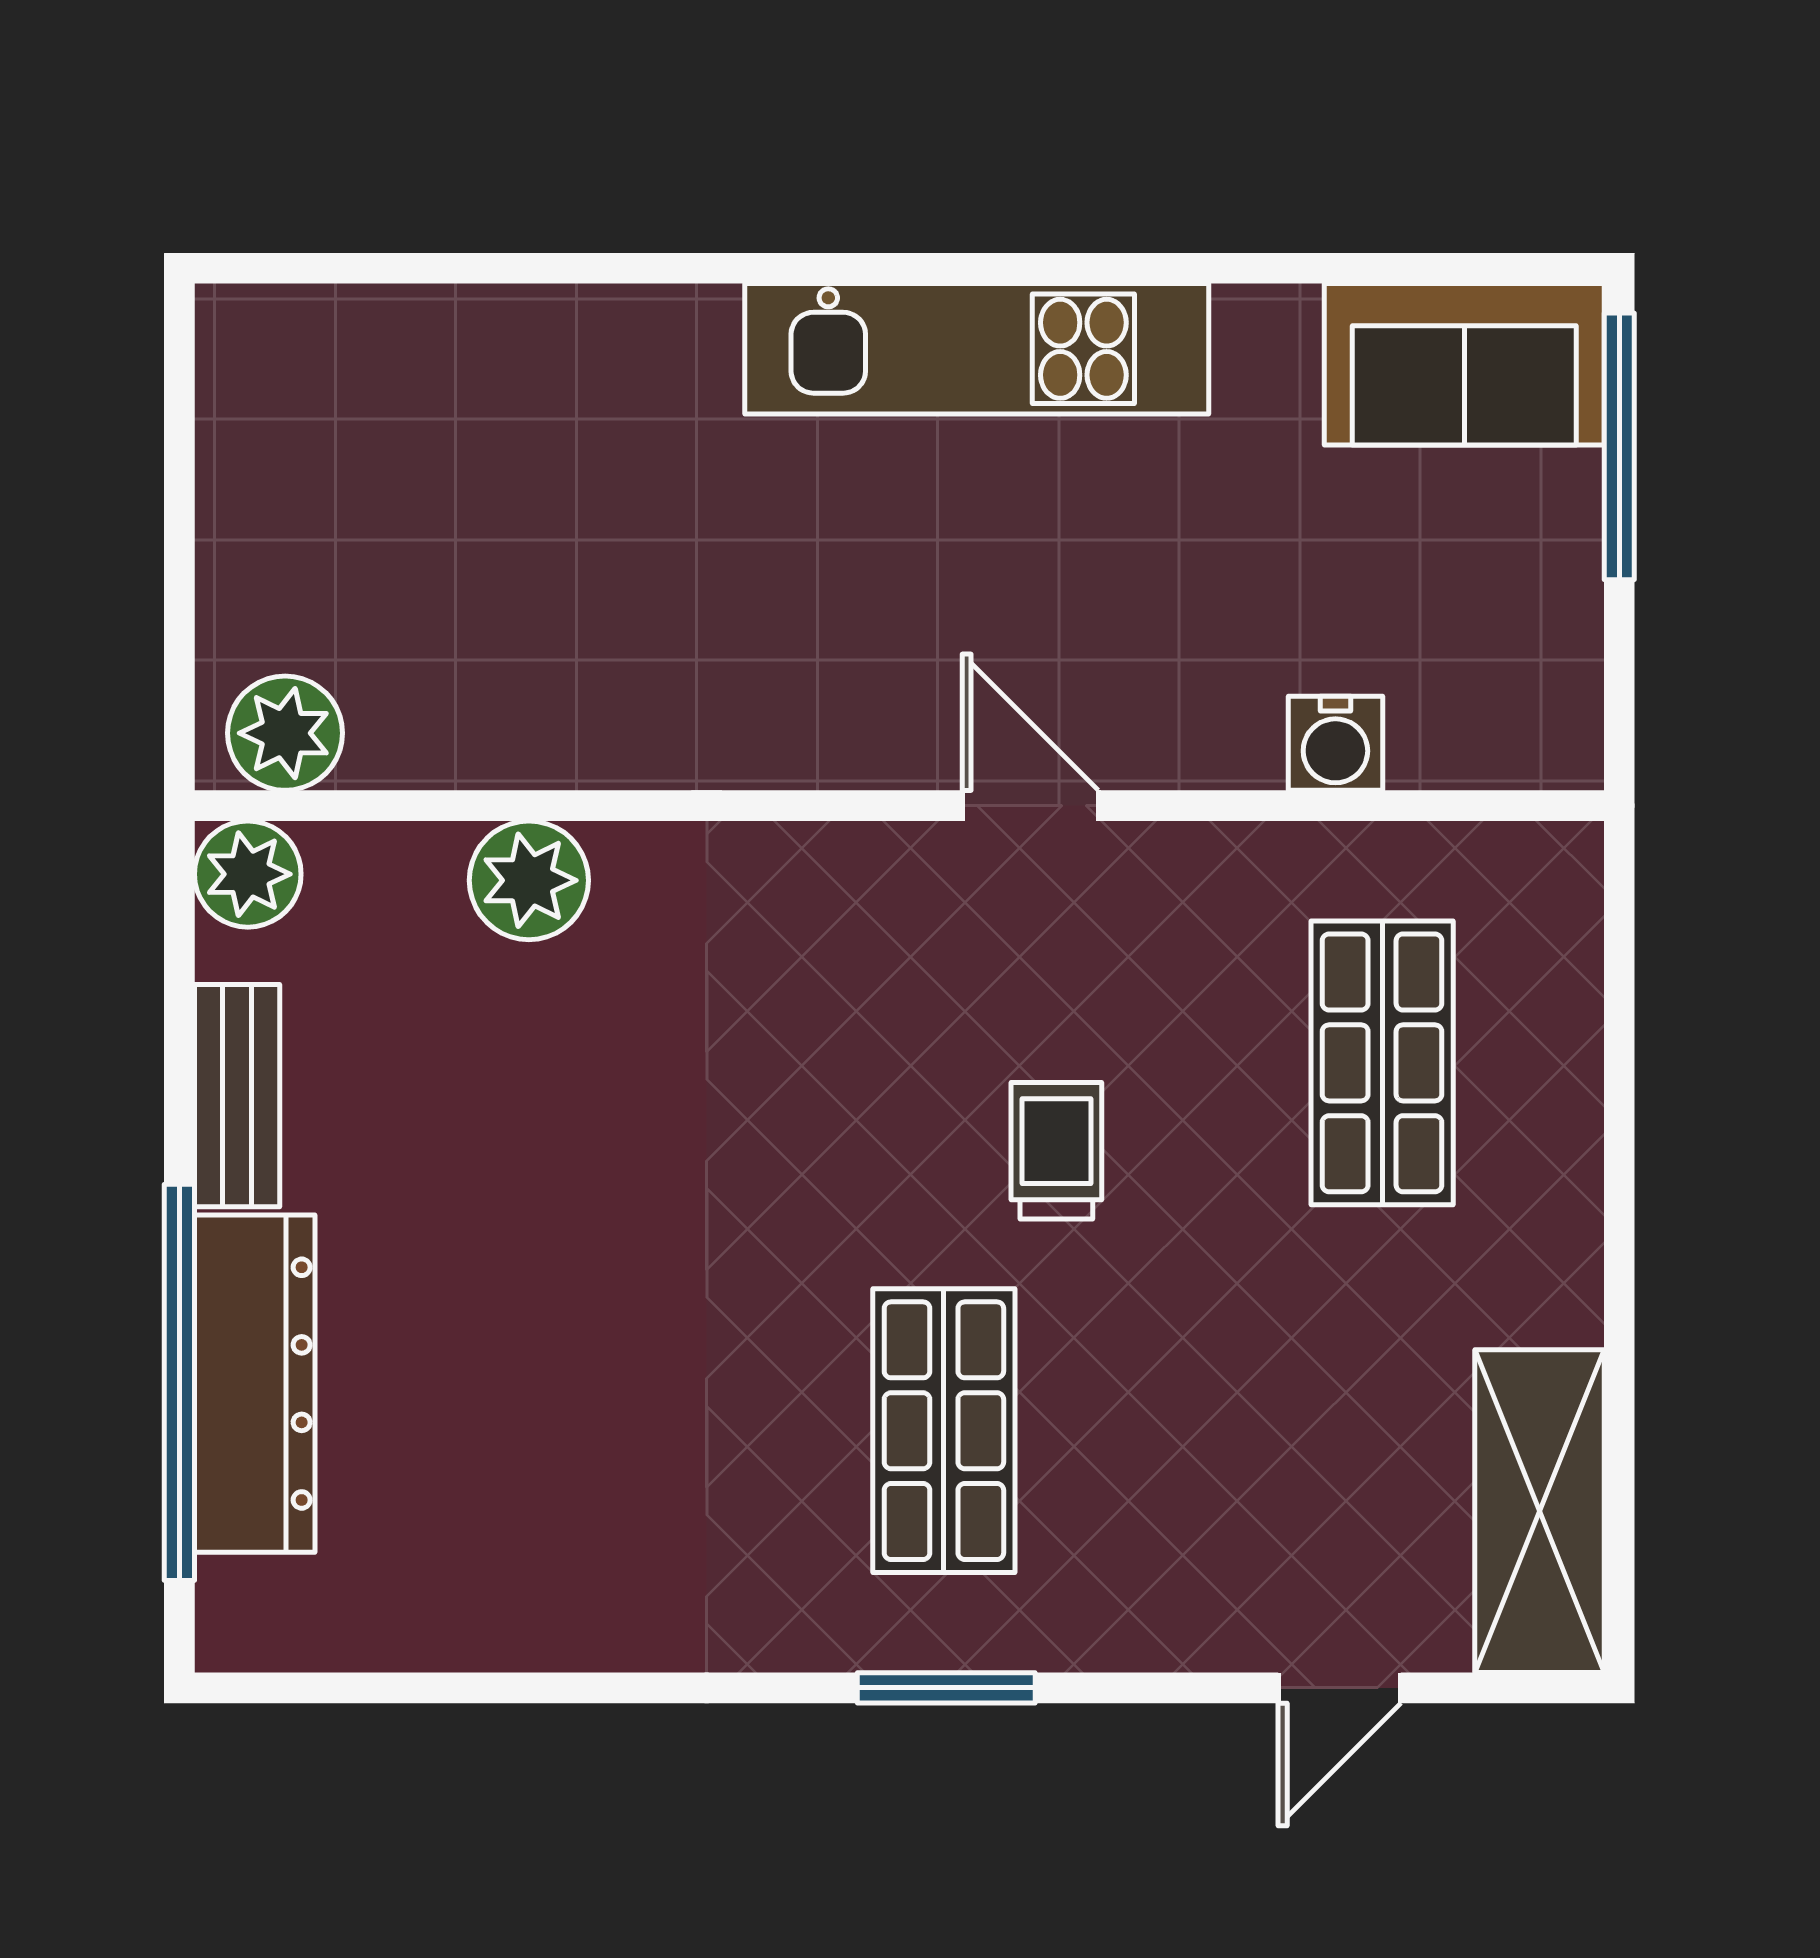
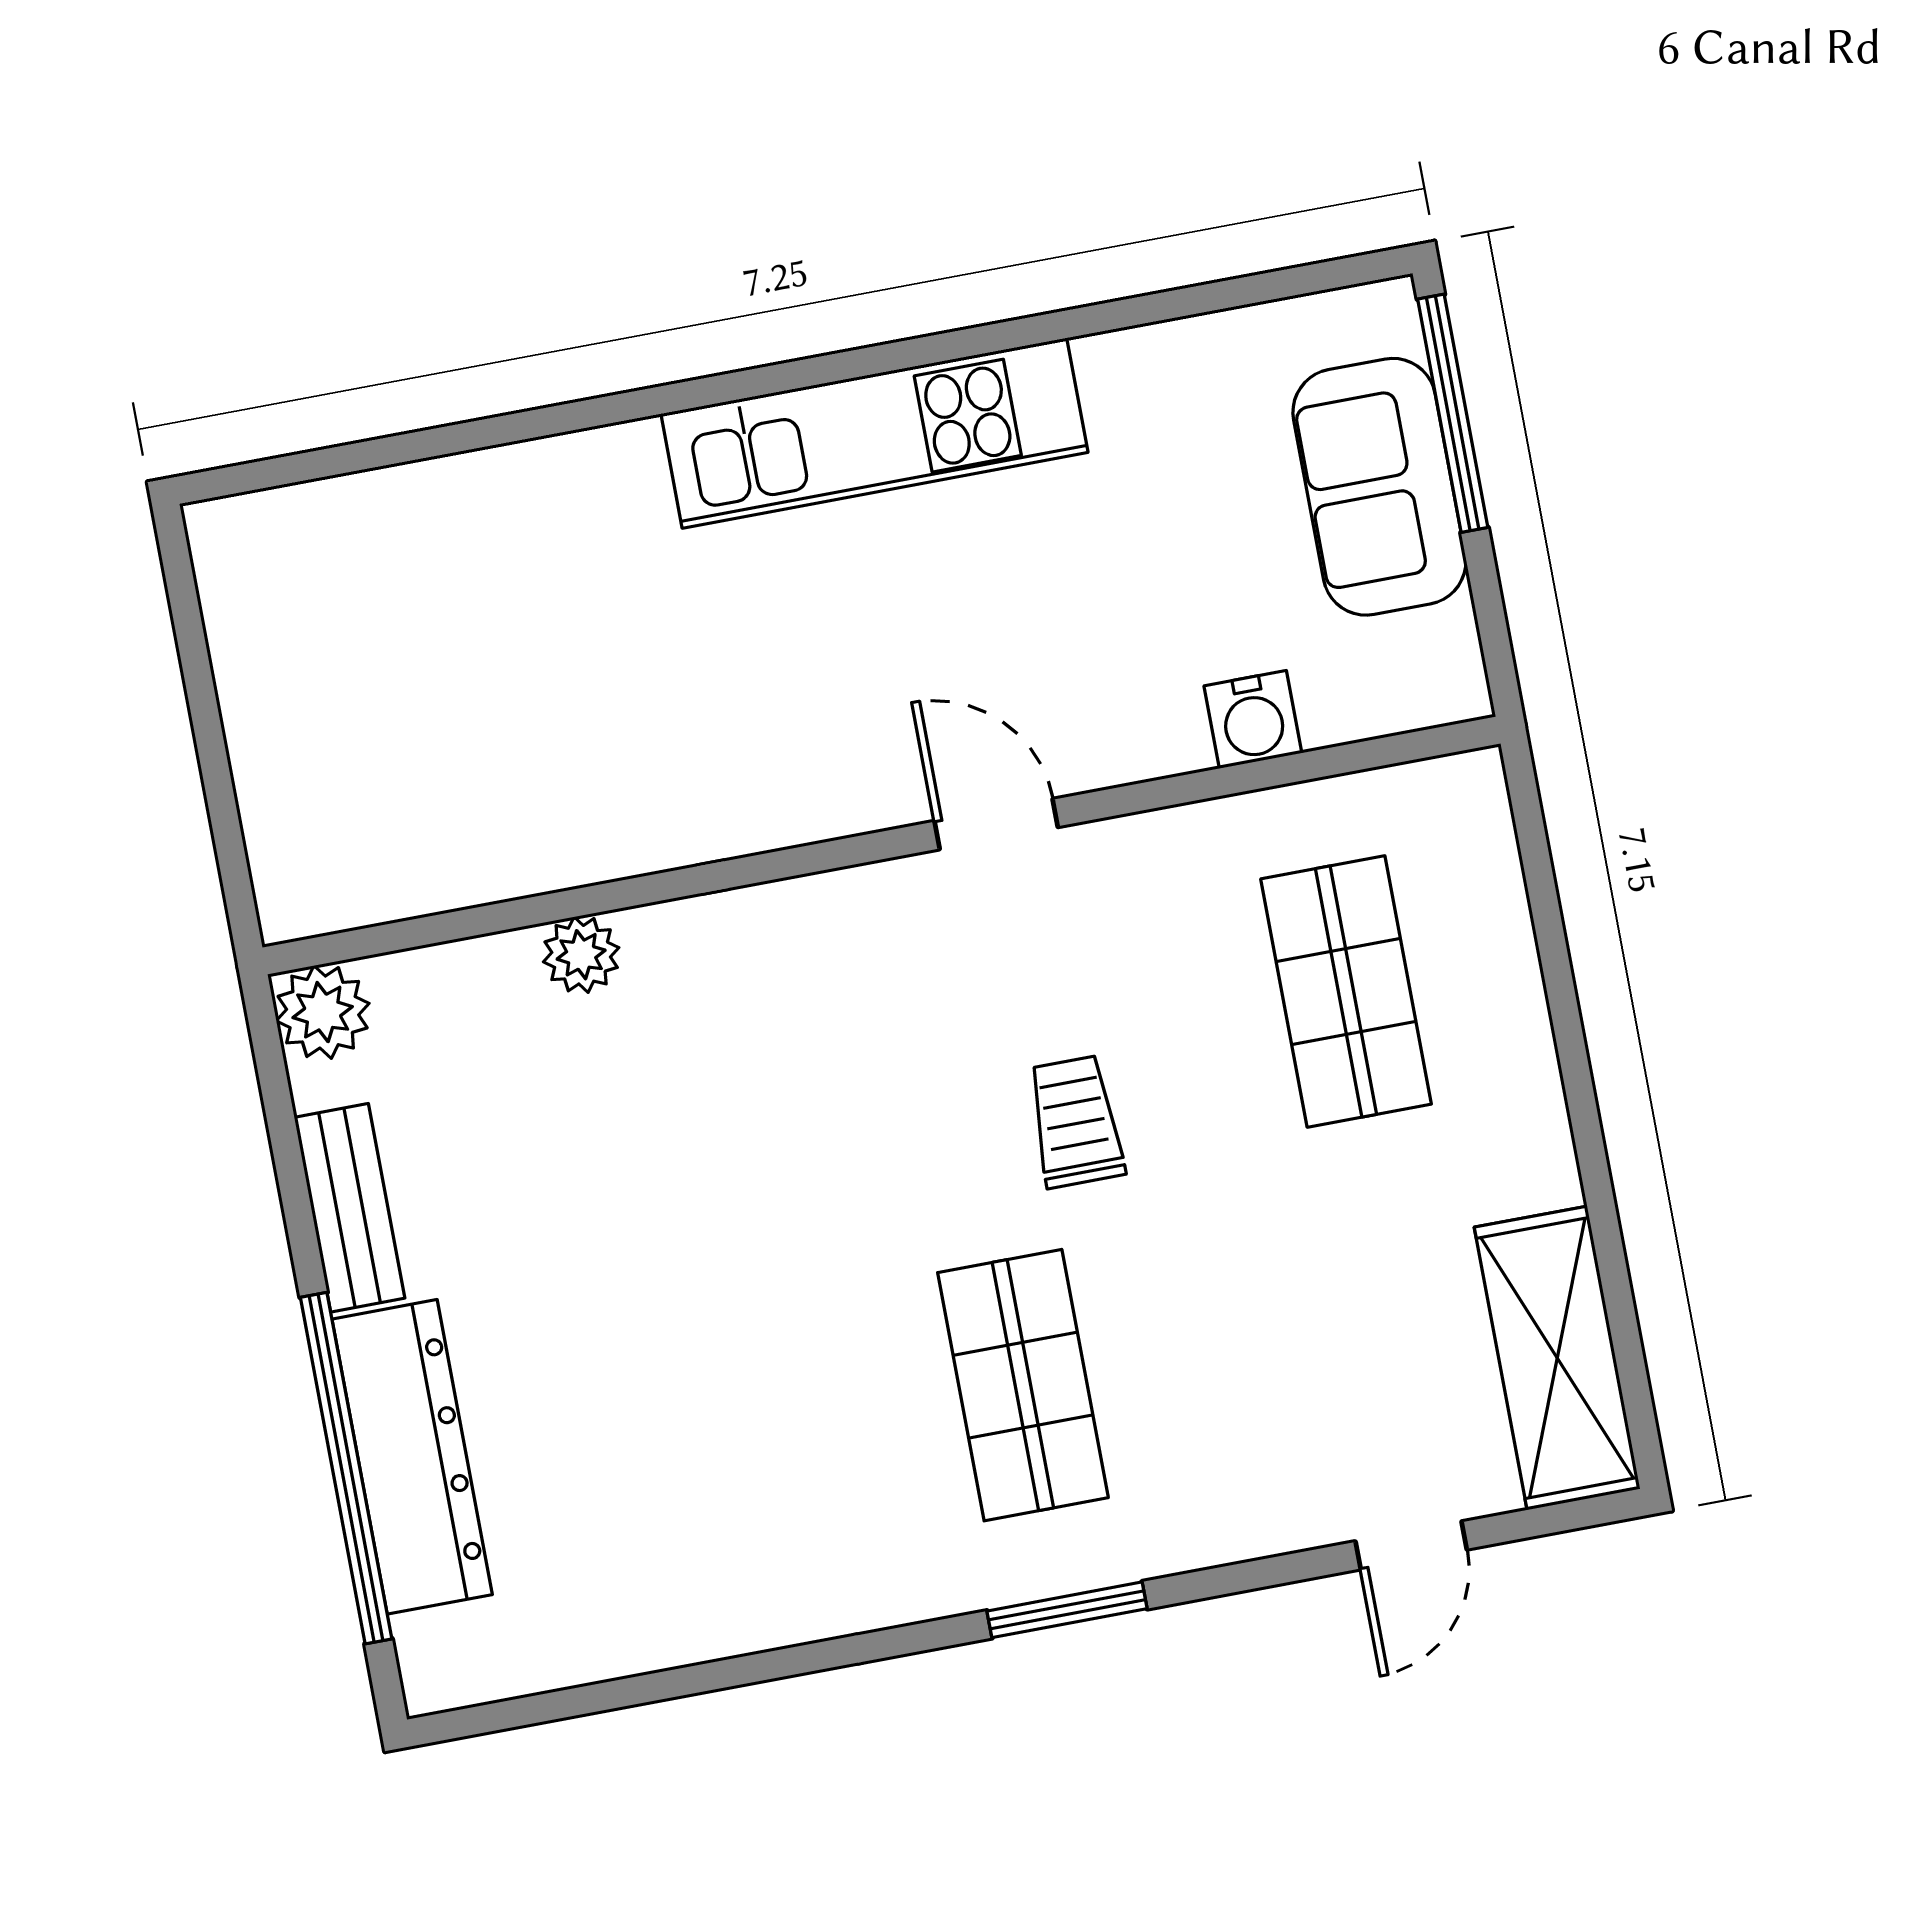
sofa: (1464, 364) -> (1379, 487), moved, turned 90
plant: (285, 733) -> (332, 883), removed
plant: (529, 880) -> (581, 955), width x0.73, depth x0.73

